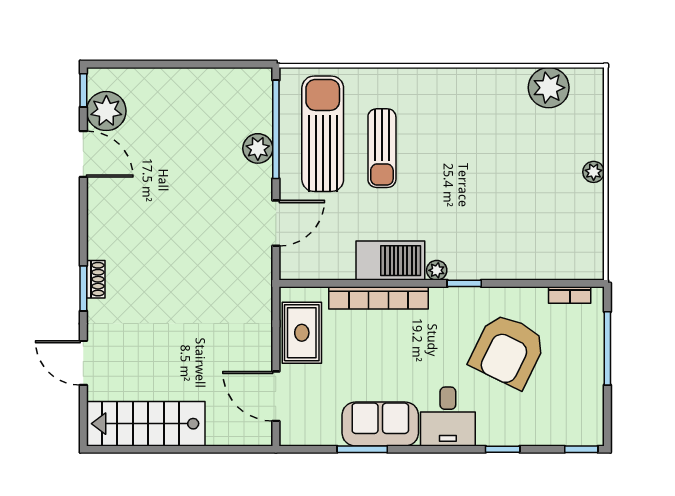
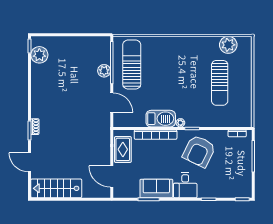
sun lounger: (382, 148) -> (220, 83), moved, width x1.36, depth x1.34
door: (83, 154) -> (30, 73), removed
plant: (594, 172) -> (247, 81), removed
door: (276, 223) -> (112, 103), hinge flipped
armchair: (508, 351) -> (199, 151), moved

